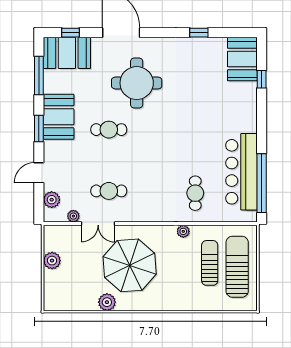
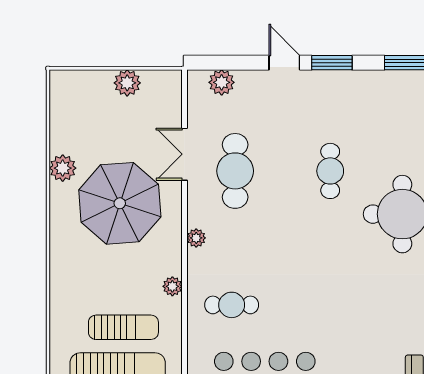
booth: (59, 117) -> (350, 93), removed
door: (39, 173) -> (284, 63), moved
cafe table: (109, 191) -> (235, 171), width x1.37, depth x1.35
plant: (73, 216) -> (196, 238), moved

